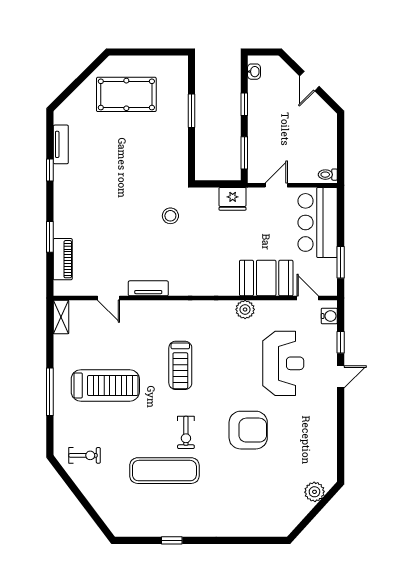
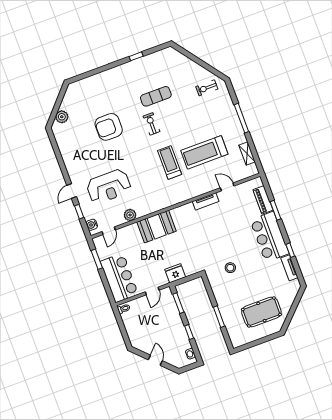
bar counter: (73, 201) -> (269, 237), added
stool: (170, 216) -> (230, 268), moved
booth: (266, 278) -> (157, 226), moved
door: (308, 298) -> (109, 231), hinge flipped
plant: (245, 309) -> (130, 215), moved
shelving: (61, 317) -> (247, 154), moved
reception desk: (283, 363) -> (109, 186), turned -90
treadmill: (105, 385) -> (204, 152), moved
armchair: (248, 430) -> (109, 127), moved
exercise mat: (164, 471) -> (156, 96), width x0.73, depth x0.69

